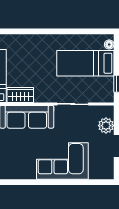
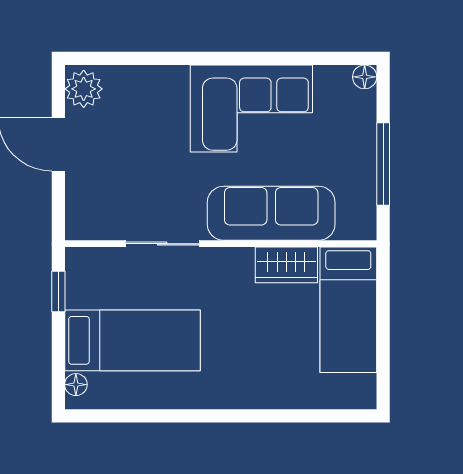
plant: (106, 126) -> (84, 89), moved
corner sofa: (62, 161) -> (251, 108), moved

